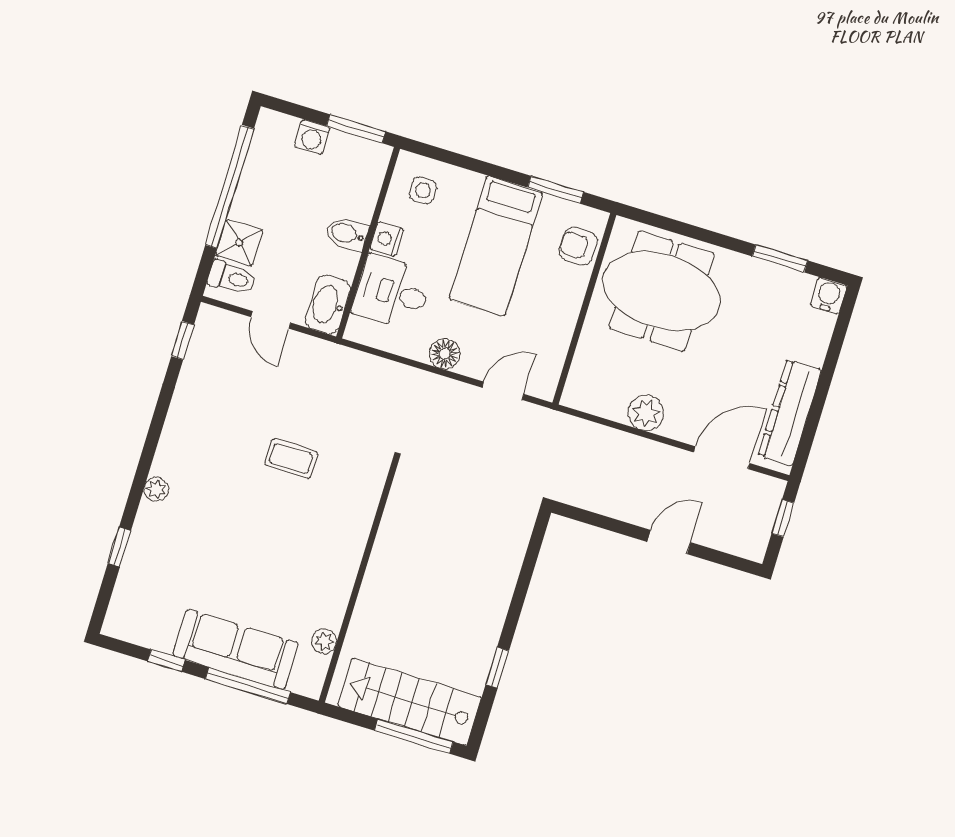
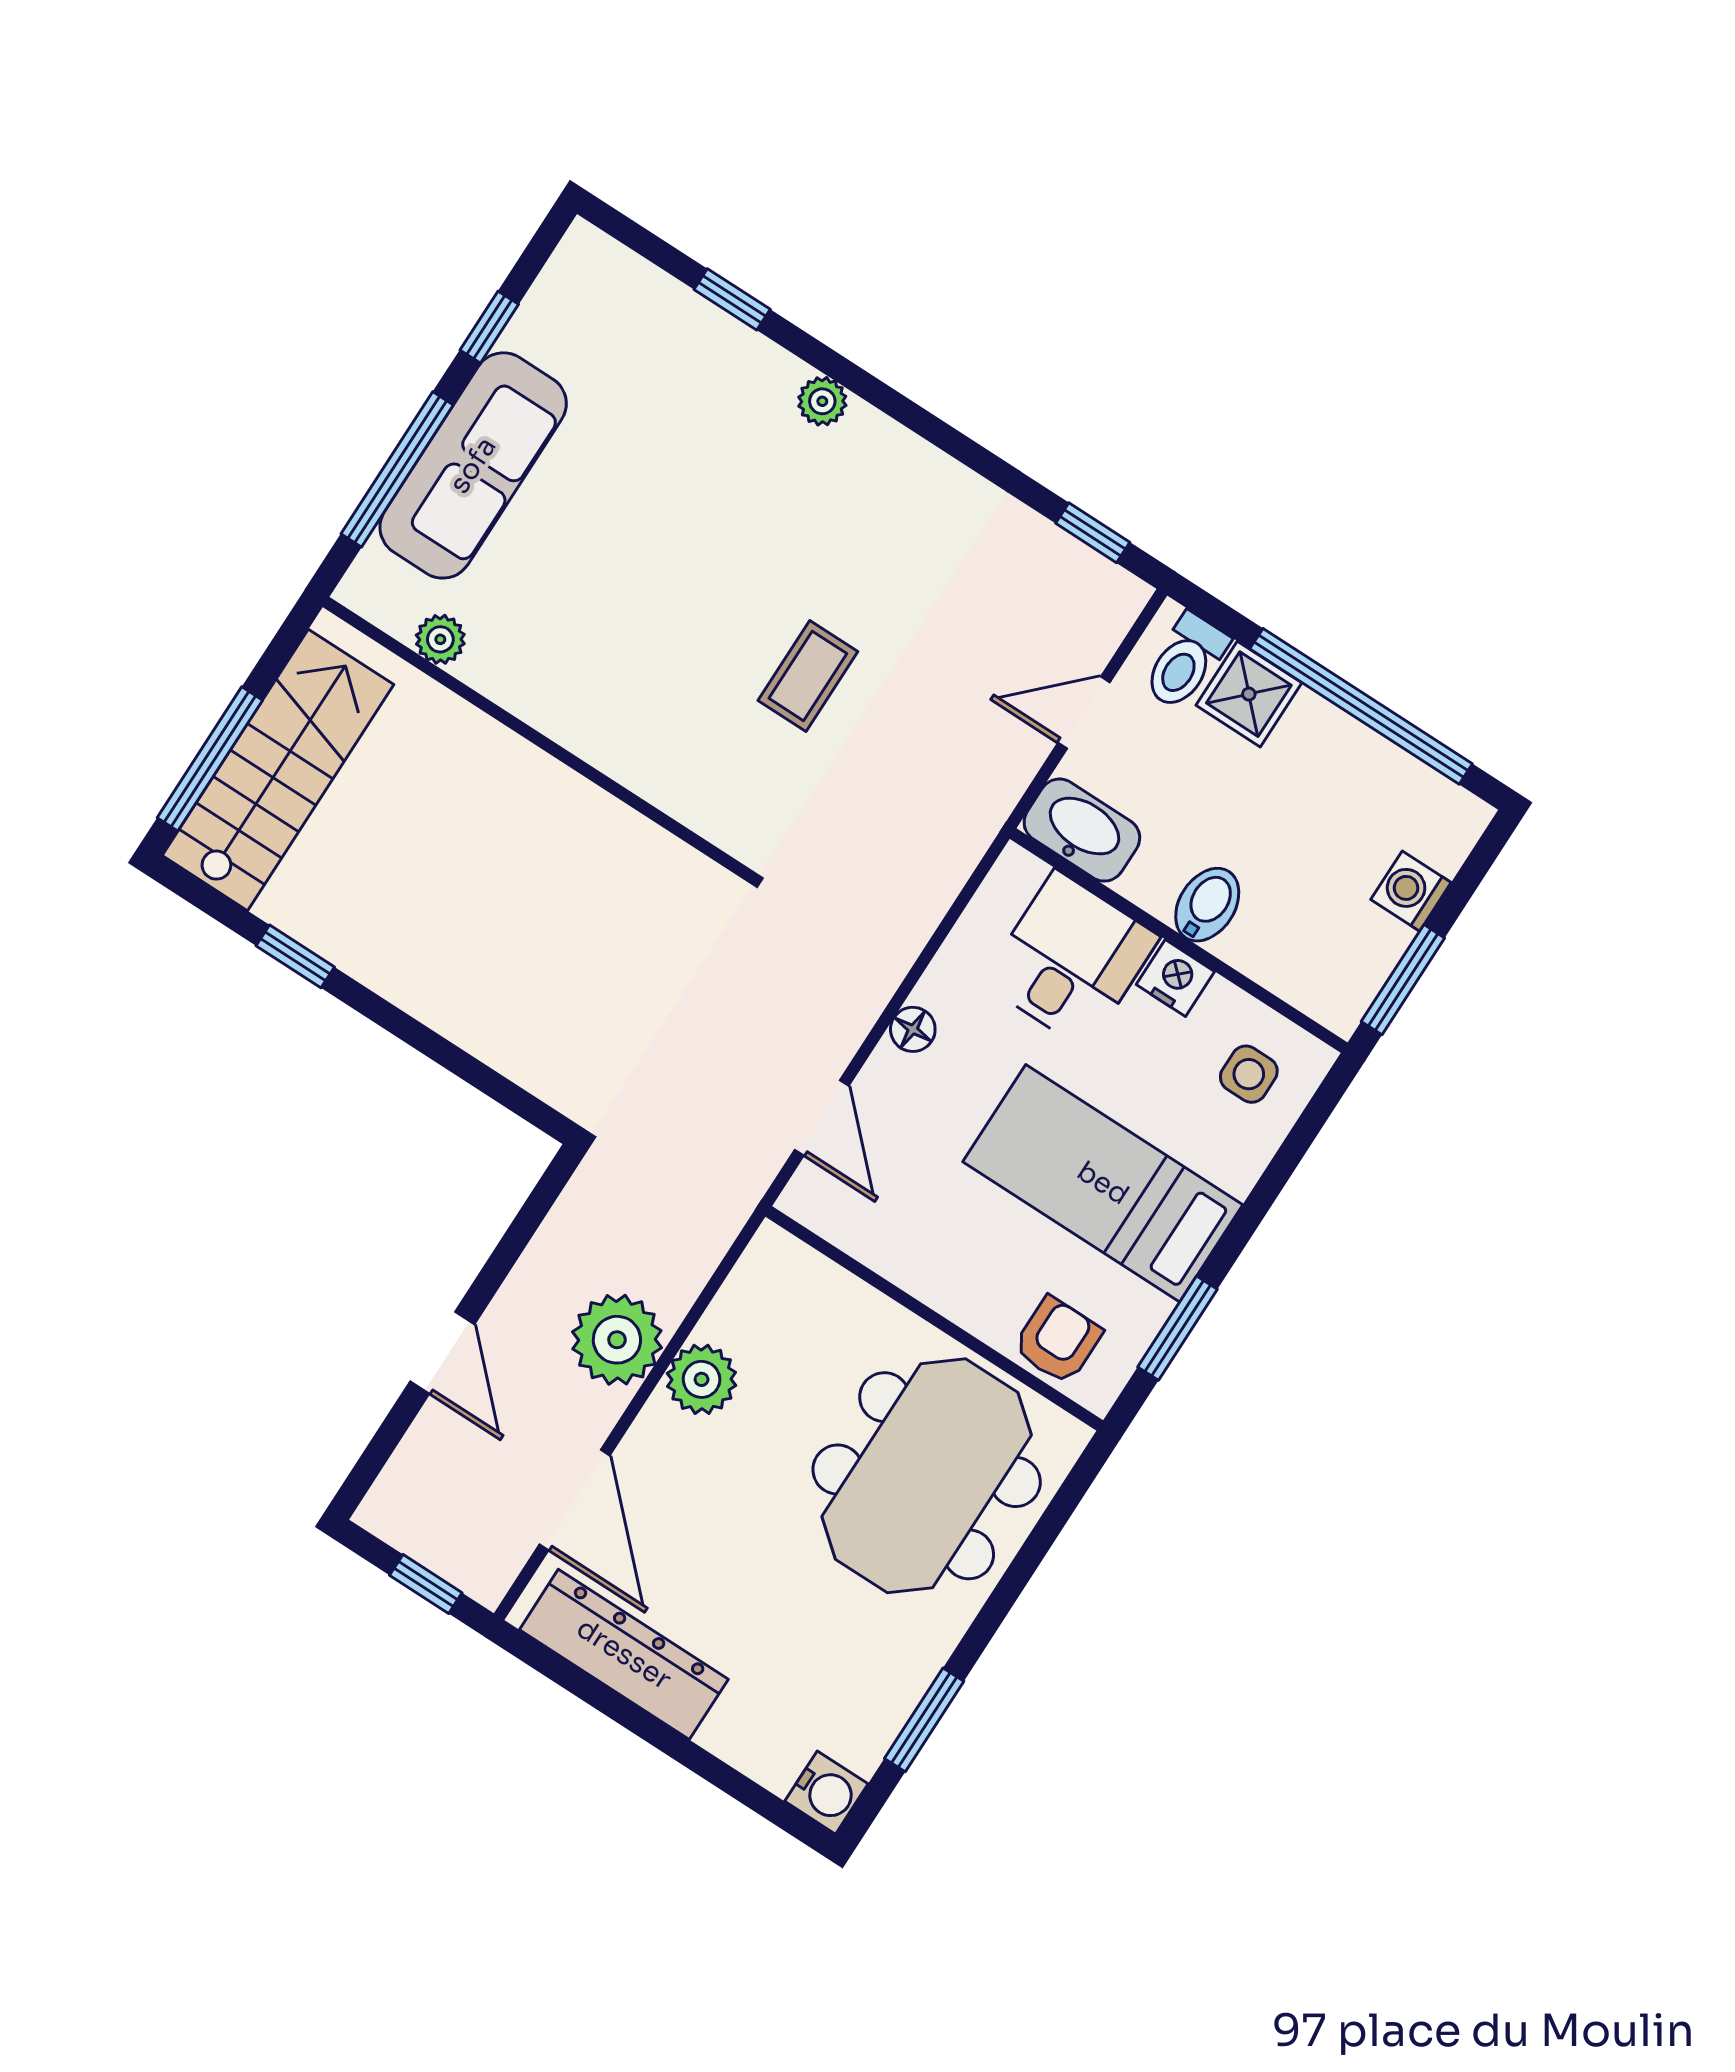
floor lamp: (445, 354) -> (913, 1029), width x0.73, depth x0.73
plant: (638, 459) -> (617, 1340), added

